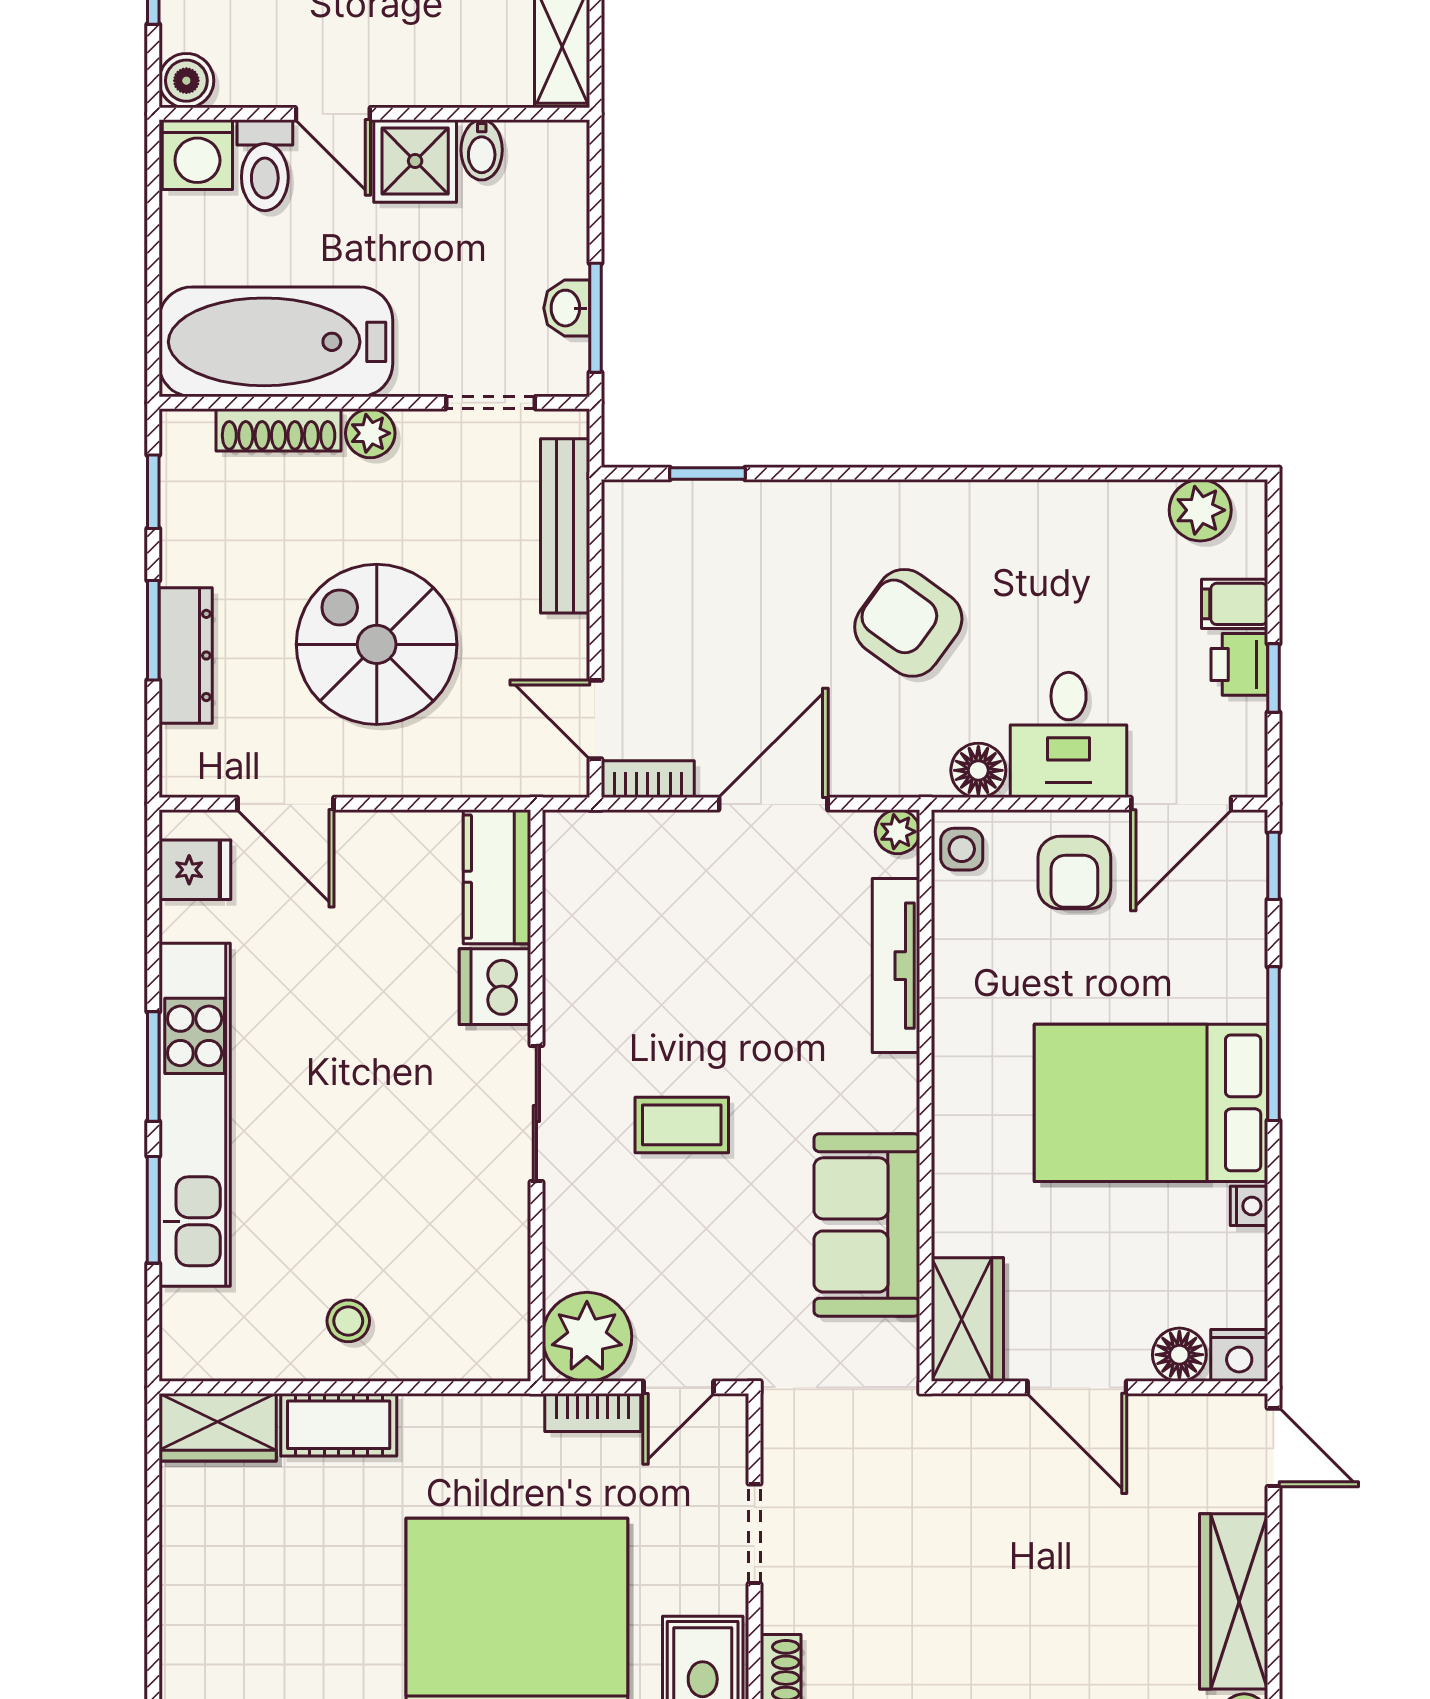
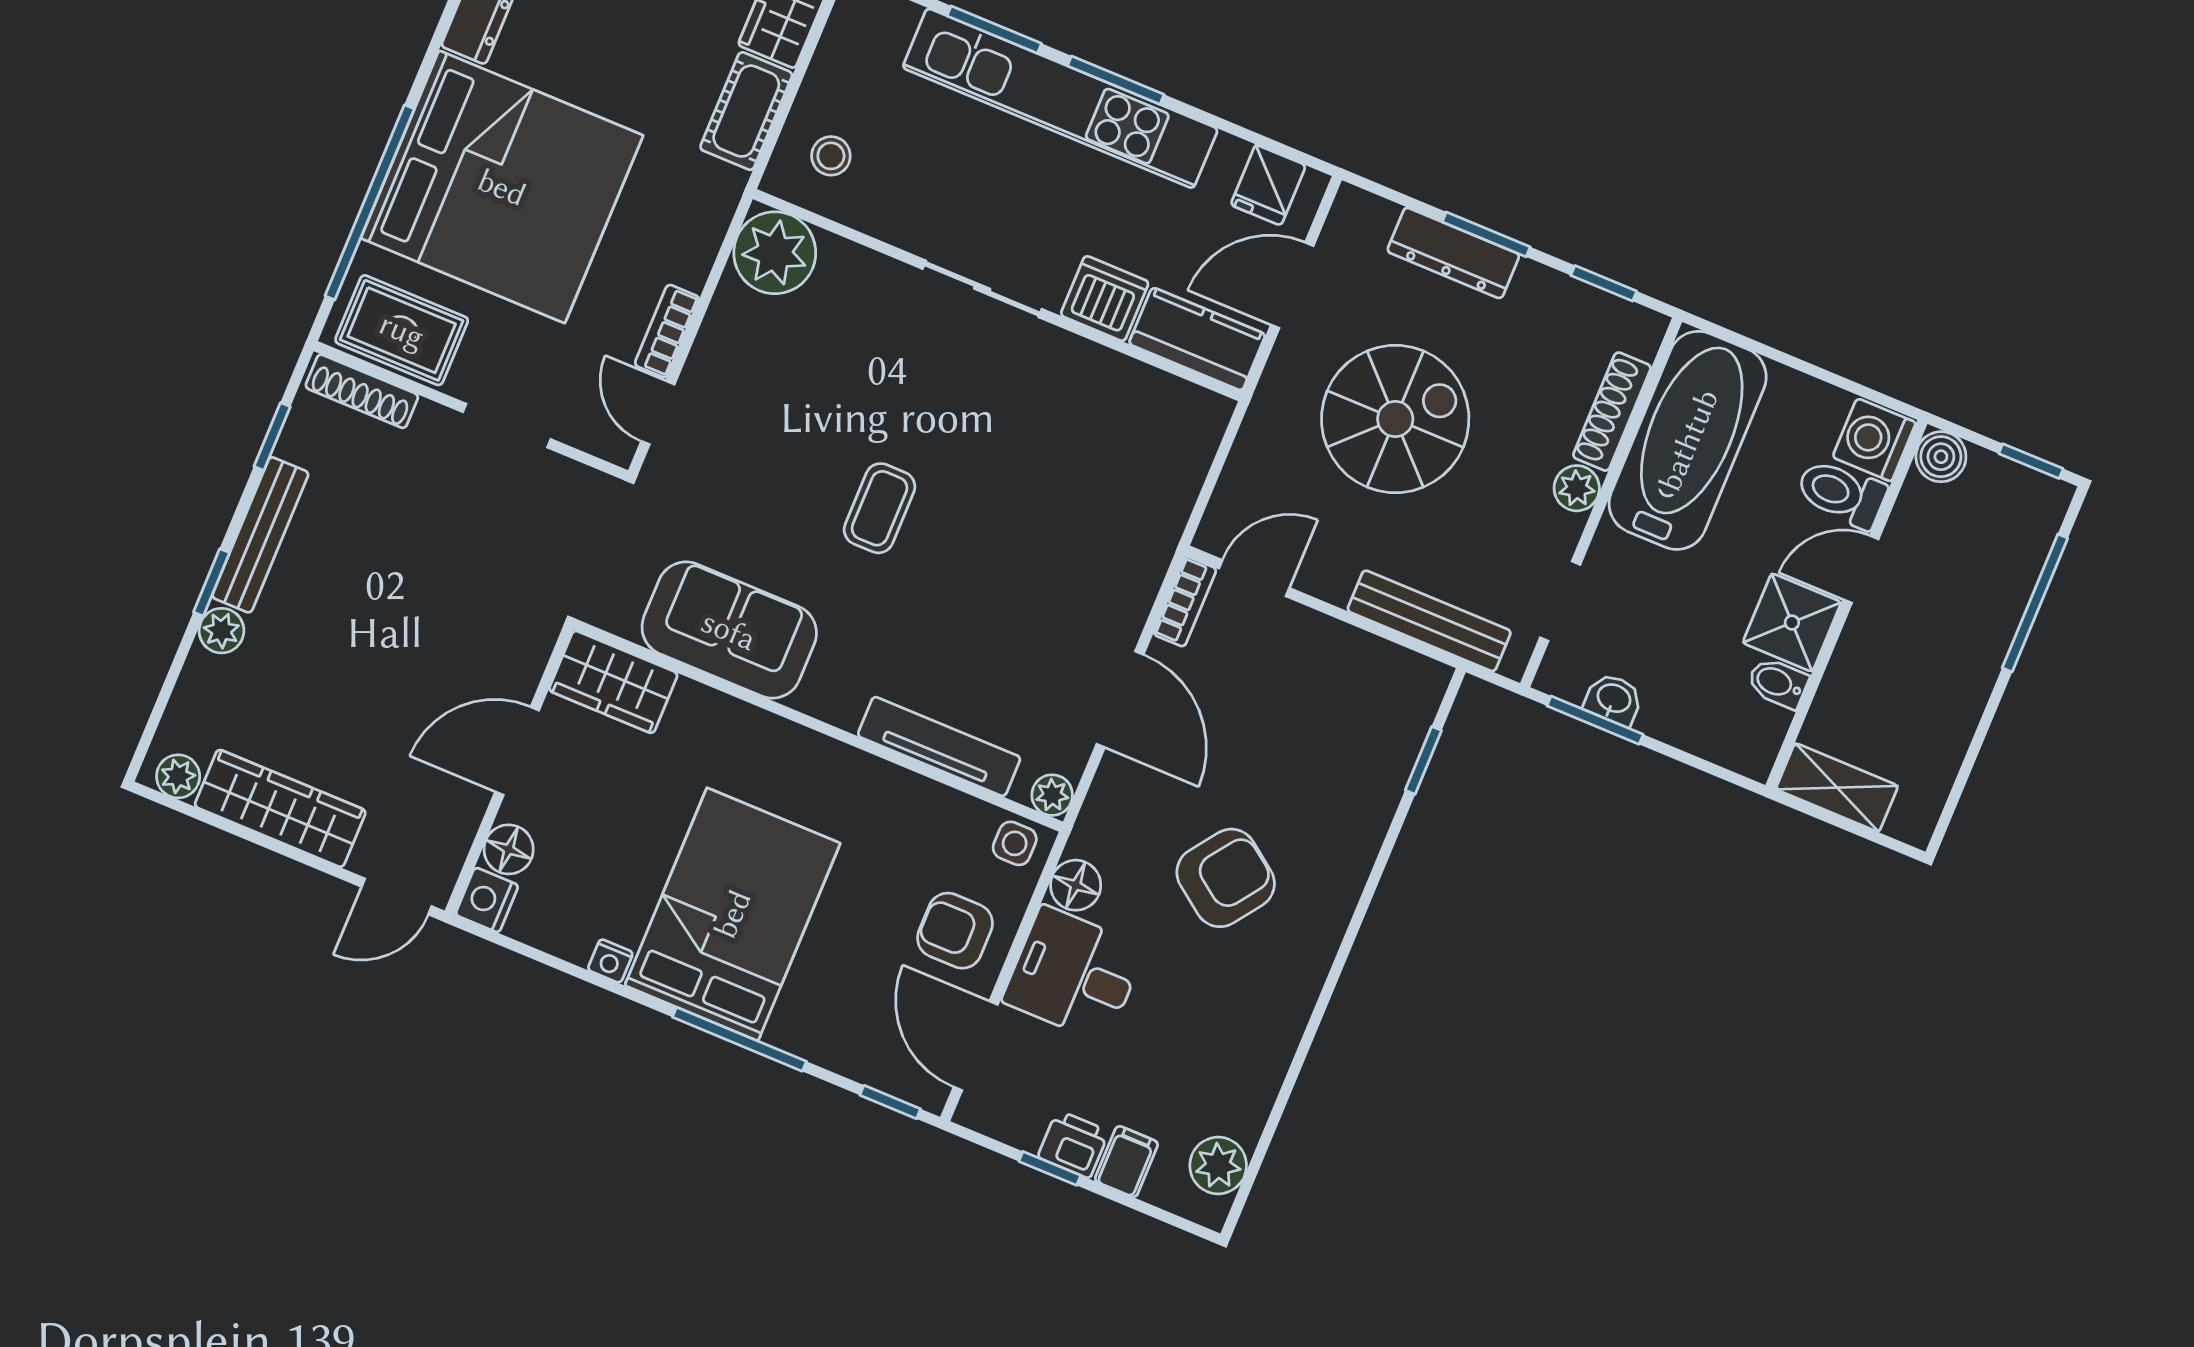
kitchen counter: (497, 877) -> (1197, 339), moved
dishwasher: (495, 987) -> (1105, 299), moved
wall: (536, 1096) -> (997, 295), moved
sliding door: (536, 1113) -> (982, 289), moved
plant: (587, 1337) -> (775, 253), moved

